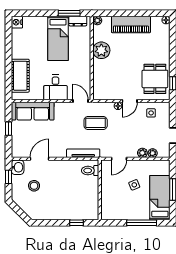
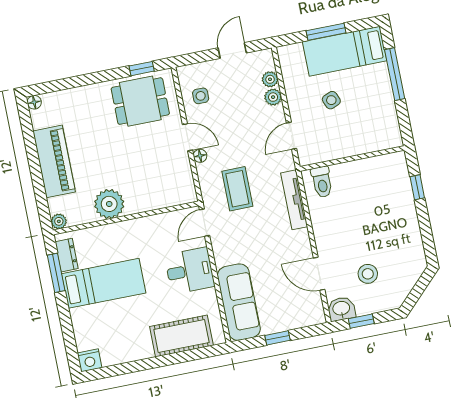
door: (119, 159) -> (291, 136), swing flipped

